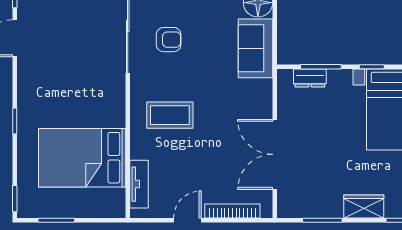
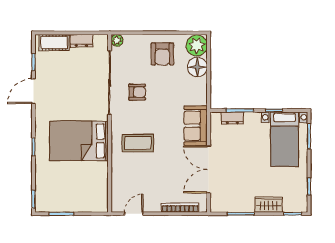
sofa: (255, 48) -> (196, 126), moved
bed: (82, 158) -> (79, 141), moved
tv unit: (139, 184) -> (117, 189), removed
door: (187, 220) -> (134, 214), moved

